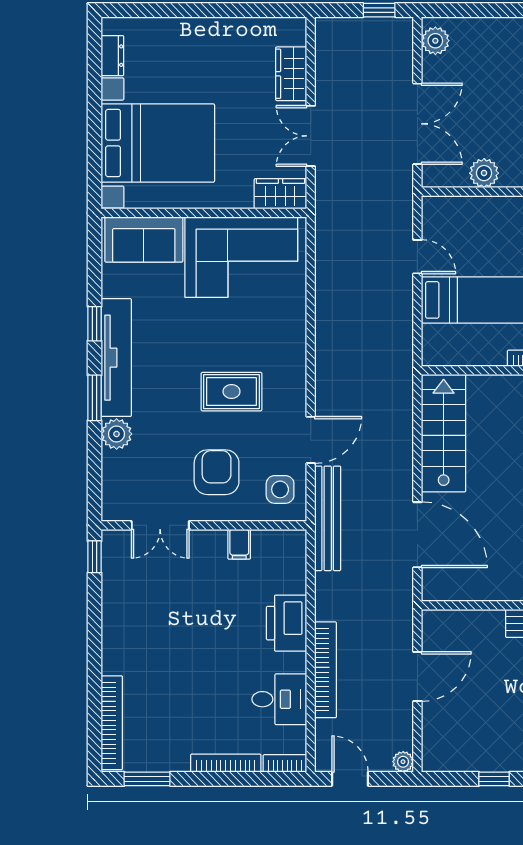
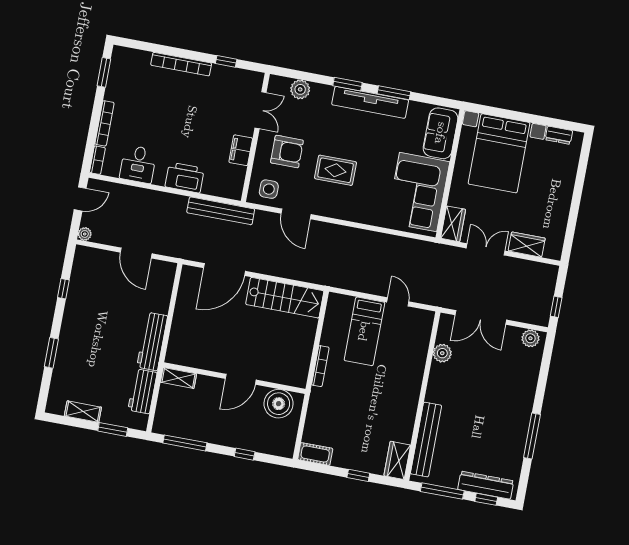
door: (417, 257) -> (398, 302), swing flipped
window: (94, 324) -> (394, 93), width x1.50
rug: (232, 392) -> (335, 170), turned 90
plant: (117, 434) -> (300, 89), moved
bench: (328, 518) -> (221, 211), moved
double door: (160, 525) -> (260, 110), swing flipped
filing cabinet: (239, 544) -> (241, 150), width x2.00
window: (94, 557) -> (226, 61), moved
bookcase: (326, 670) -> (151, 196), removed
bookcase: (112, 723) -> (181, 64), moved

